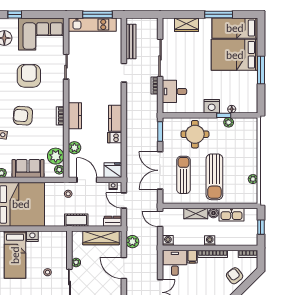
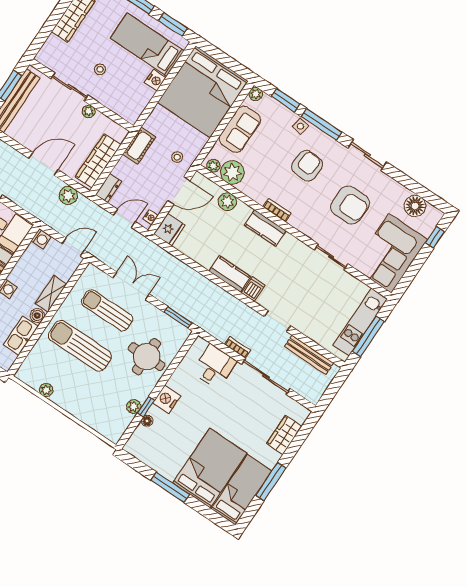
dishwasher: (115, 138) -> (253, 289), moved
double door: (160, 170) -> (131, 286), width x0.73
sun lounger: (183, 175) -> (107, 310), turned 180

